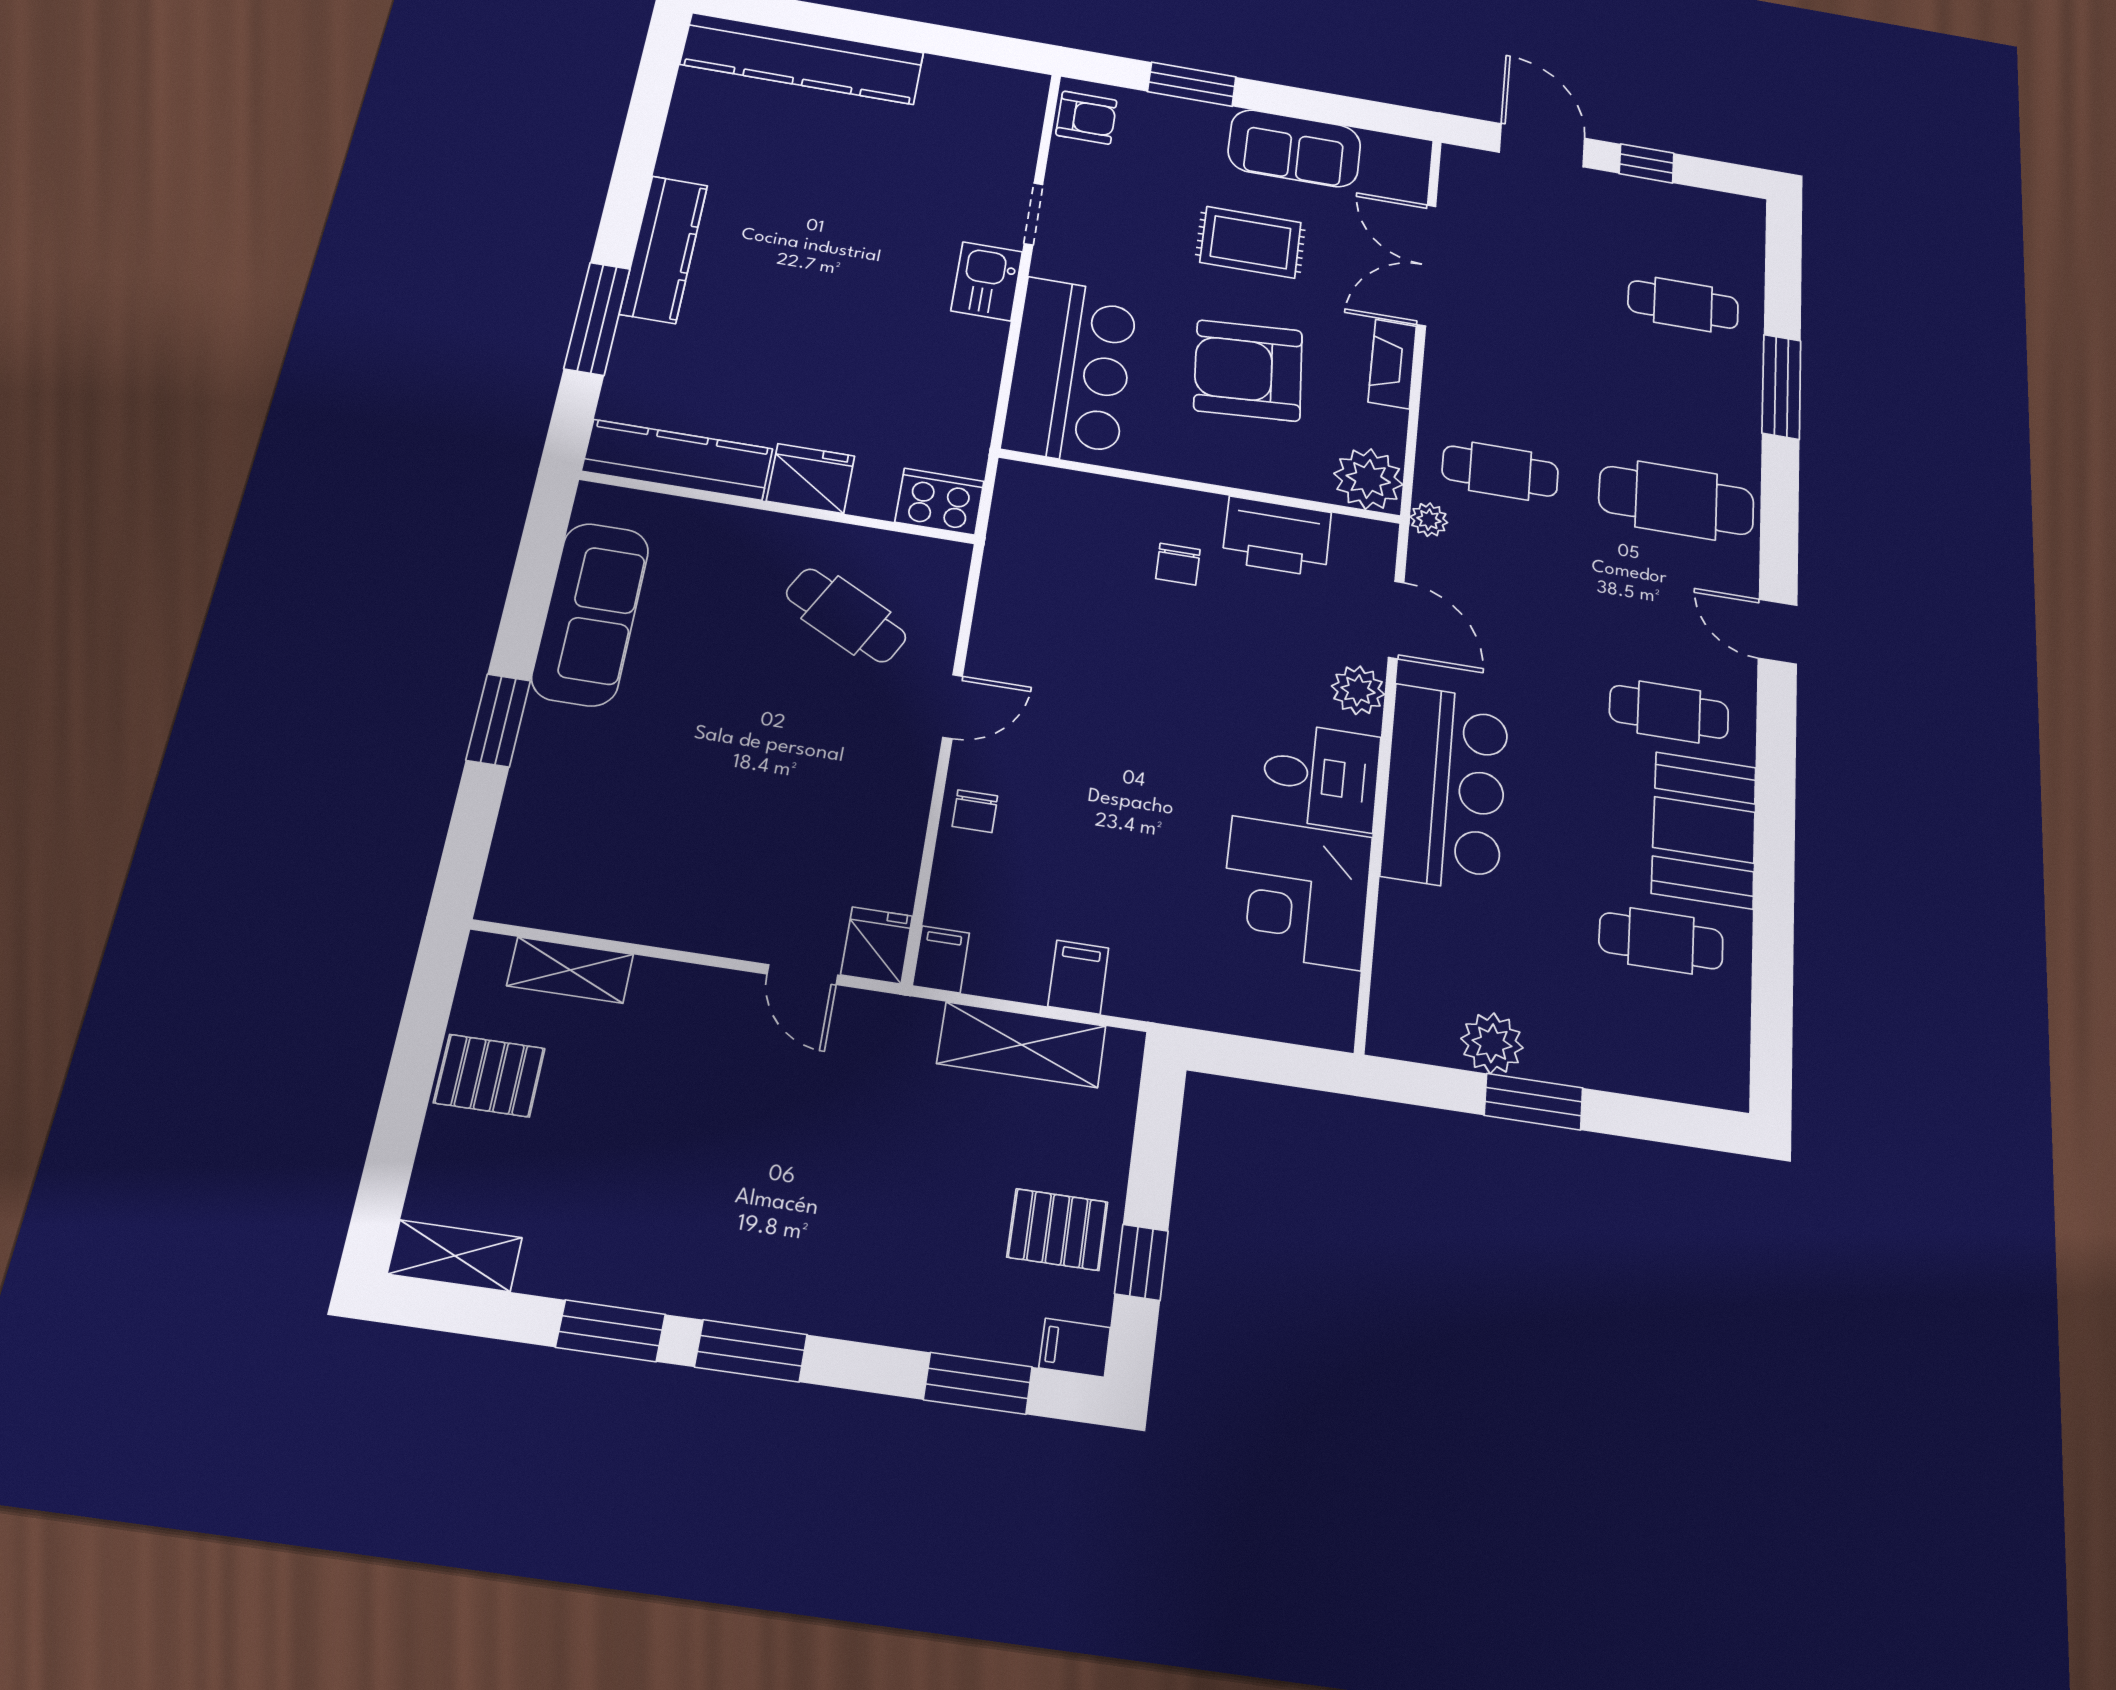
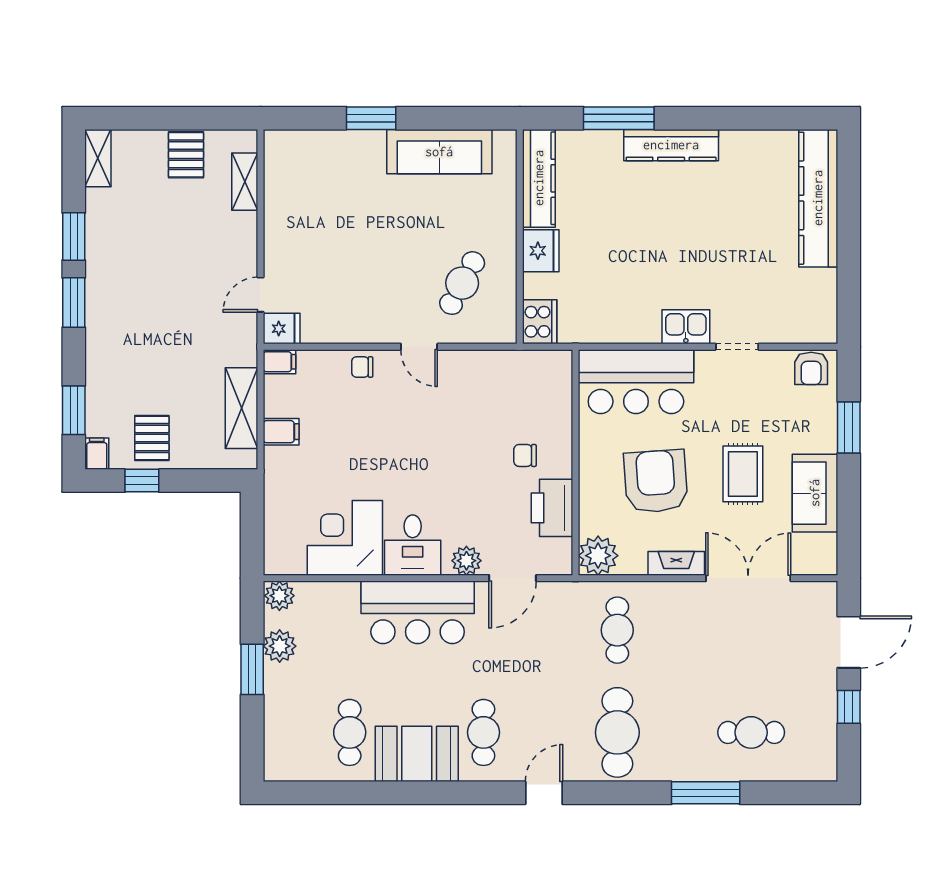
cafe table: (1683, 305) -> (751, 732), turned 90
plant: (1429, 520) -> (279, 596), moved, width x1.38, depth x1.38

